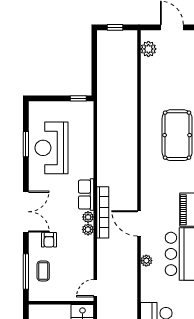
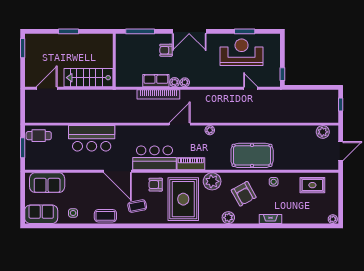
row of seats: (86, 195) -> (156, 81), moved
bookcase: (103, 212) -> (158, 94), moved
plant: (146, 261) -> (210, 130), moved
coffee table: (43, 271) -> (140, 45), removed
door: (95, 288) -> (251, 88), moved

